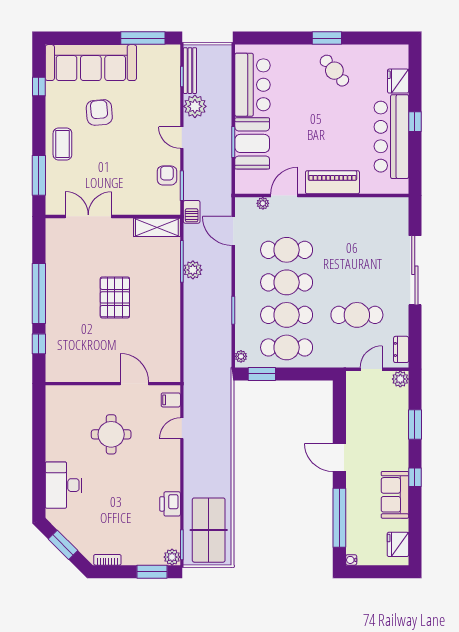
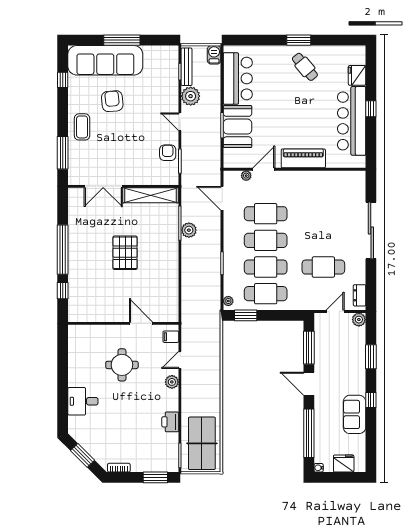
window: (143, 38) -> (122, 40), moved
barbecue: (192, 212) -> (214, 55), moved, turned 180
double door: (88, 216) -> (103, 186), swing flipped
shelving: (157, 227) -> (151, 195), width x1.47
window: (339, 413) -> (309, 348), added
desk: (64, 485) -> (83, 401), width x0.73
fridge: (398, 544) -> (344, 463), moved, turned 90
plant: (172, 557) -> (172, 382), moved

